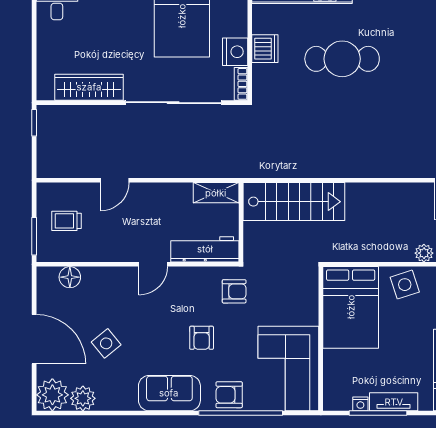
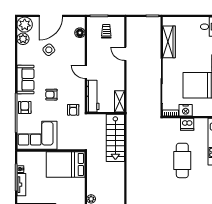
side table: (405, 285) -> (76, 190), removed

